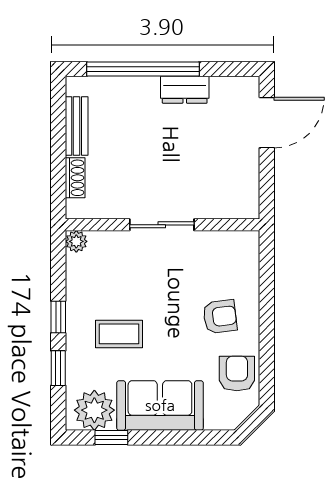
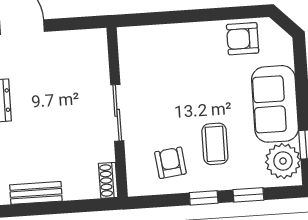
shoe rack: (75, 178) -> (108, 180), moved, turned -90
plant: (76, 241) -> (137, 186), removed
armchair: (220, 317) -> (170, 163), moved

